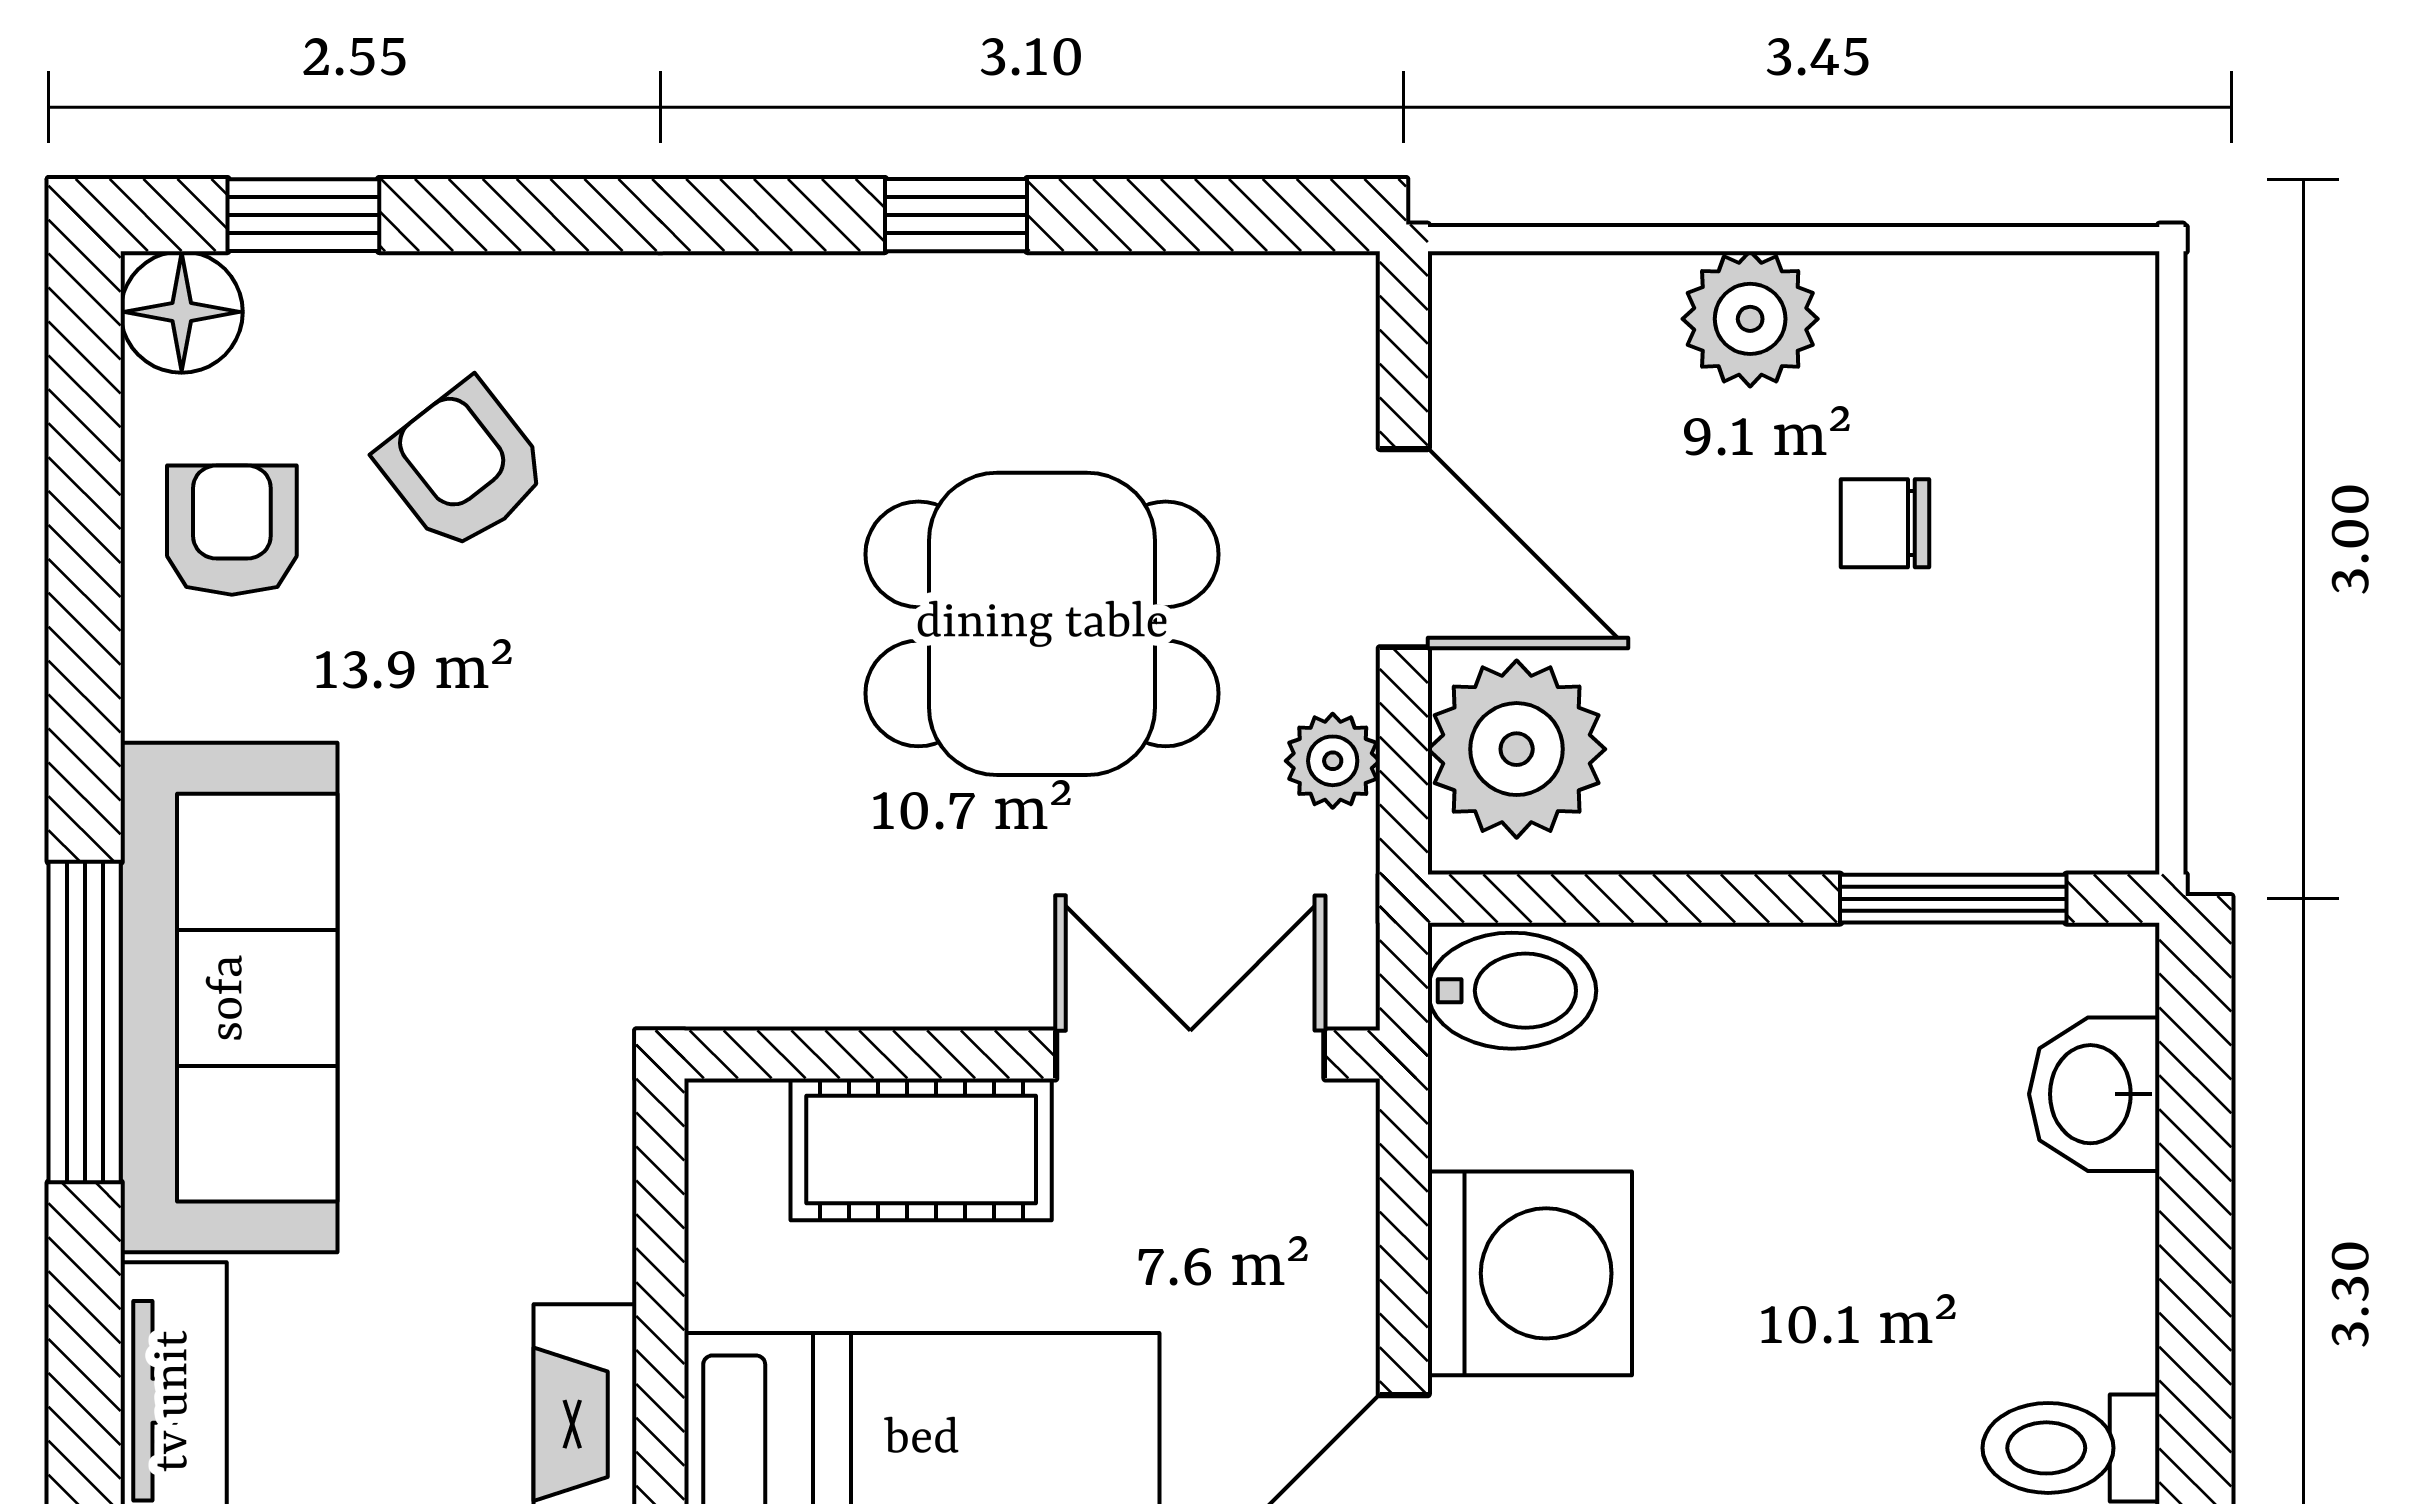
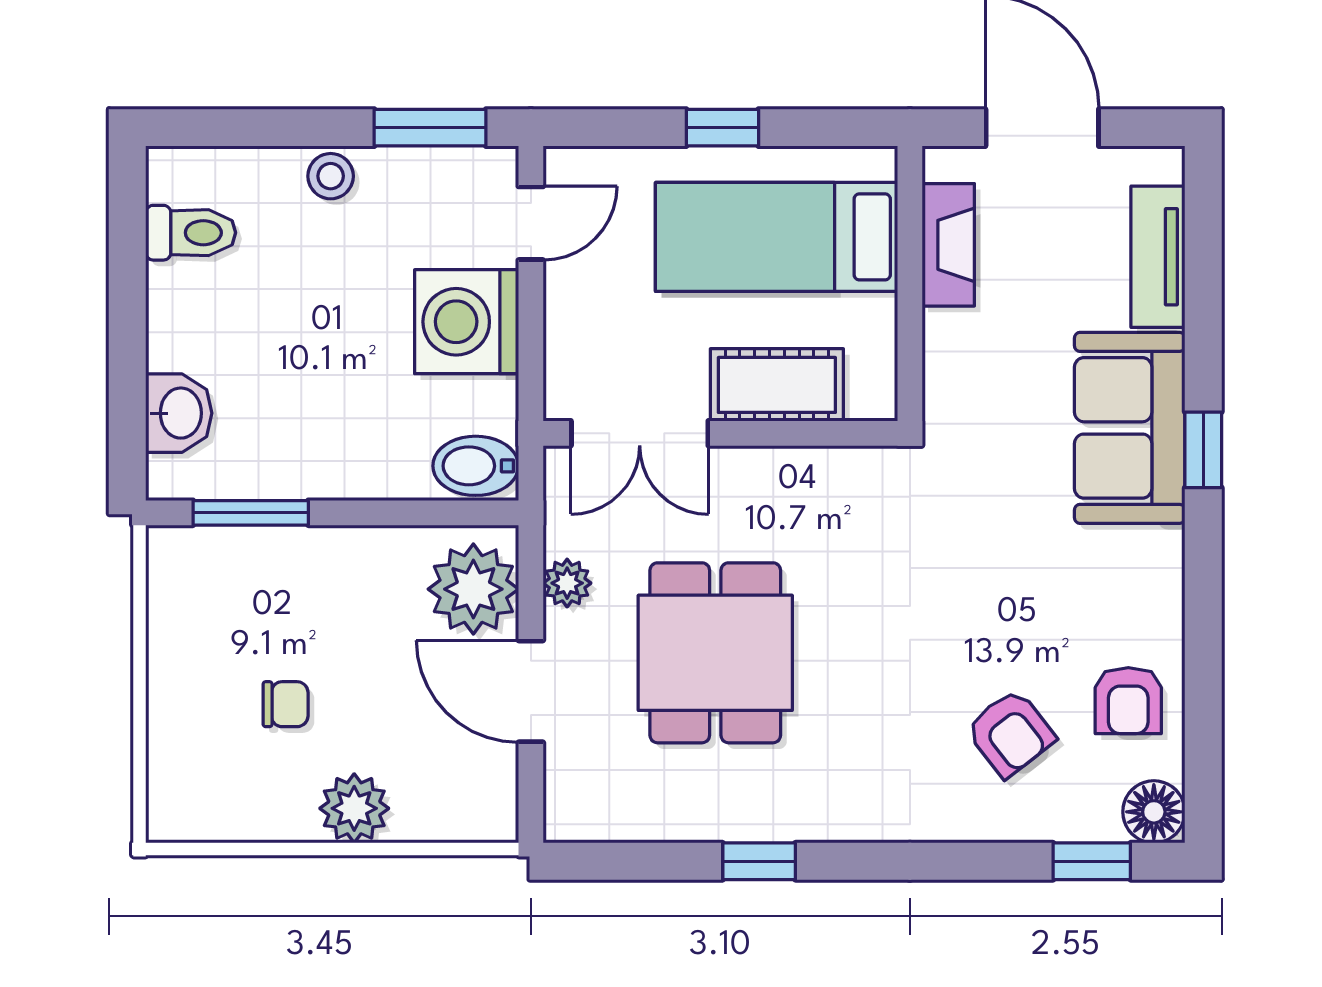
dining table: (1042, 624) -> (715, 653), turned 90
sofa: (229, 998) -> (1130, 428), width x0.73
window: (85, 1022) -> (1203, 450), width x0.46

